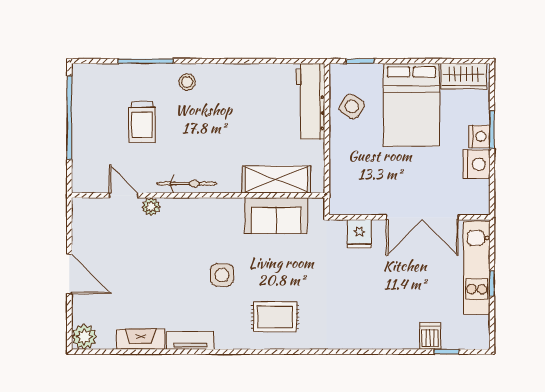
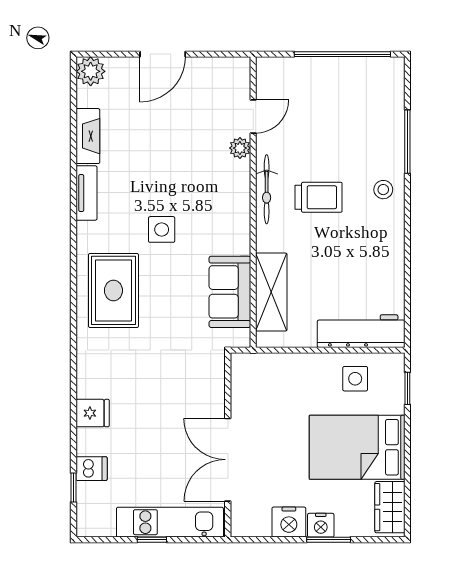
side table: (352, 106) -> (355, 379), turned -33
trolley: (142, 122) -> (319, 197), moved, turned 180
fridge: (359, 234) -> (93, 413), moved, turned 180
rug: (275, 317) -> (113, 290), width x1.36, depth x1.43

